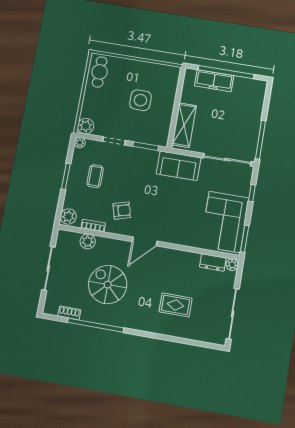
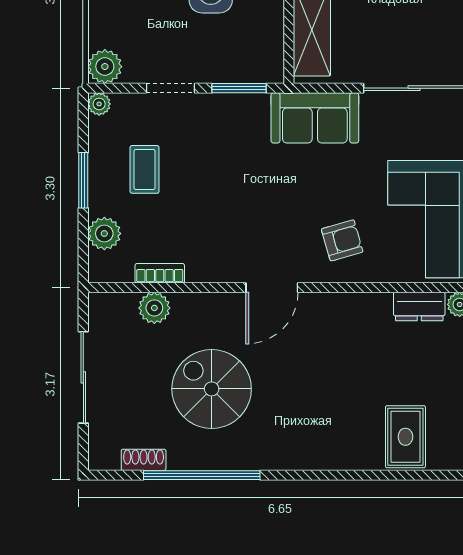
armchair: (122, 211) -> (342, 240), moved
plant: (68, 216) -> (104, 234), moved
rug: (176, 305) -> (405, 437), moved, turned 90

